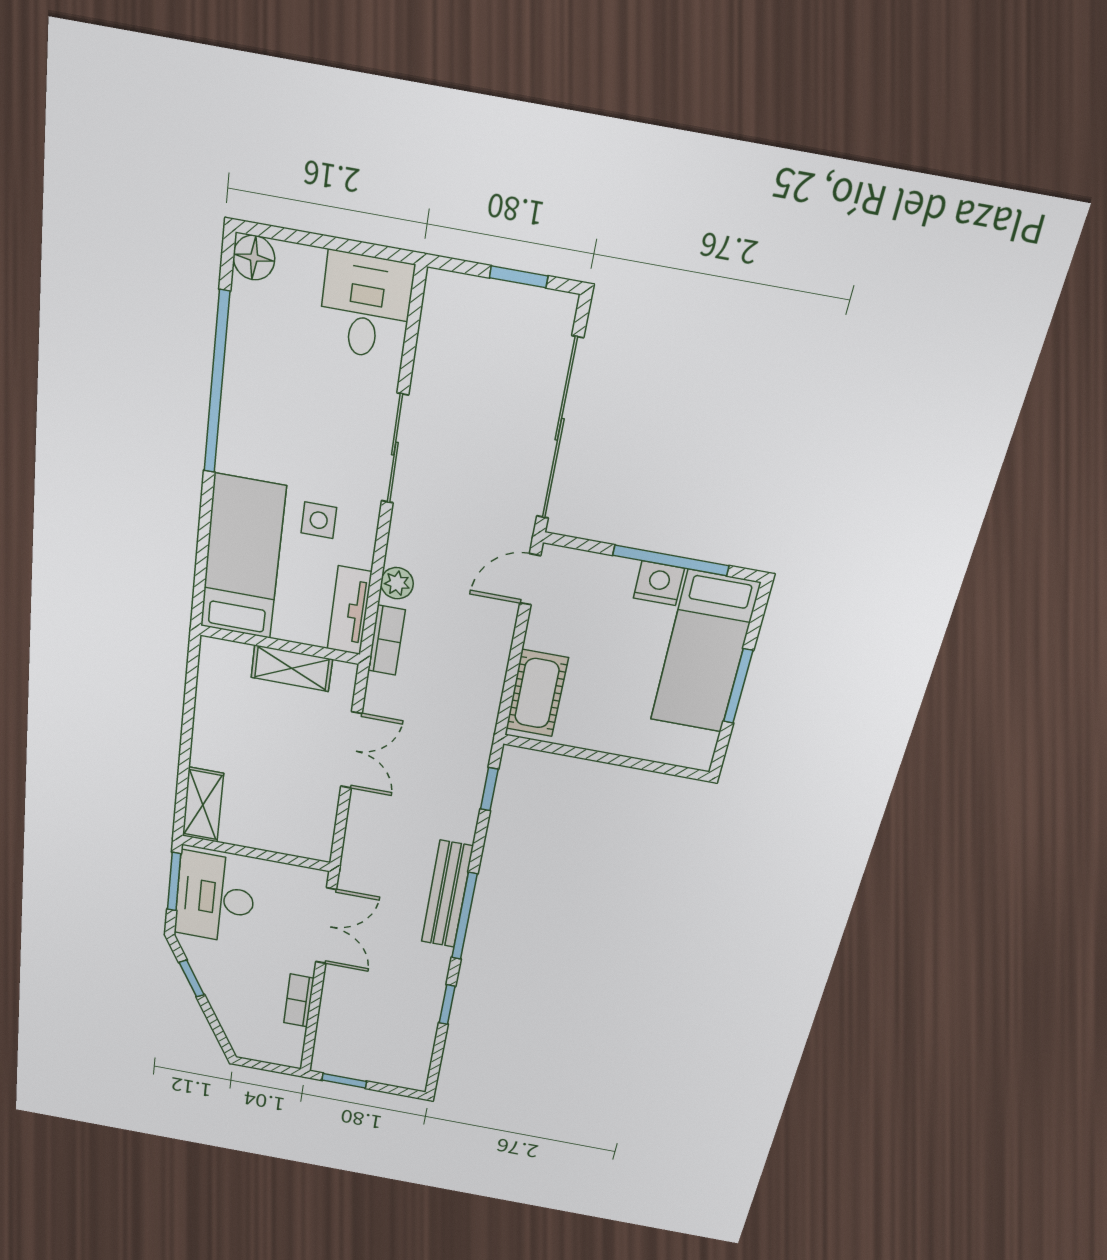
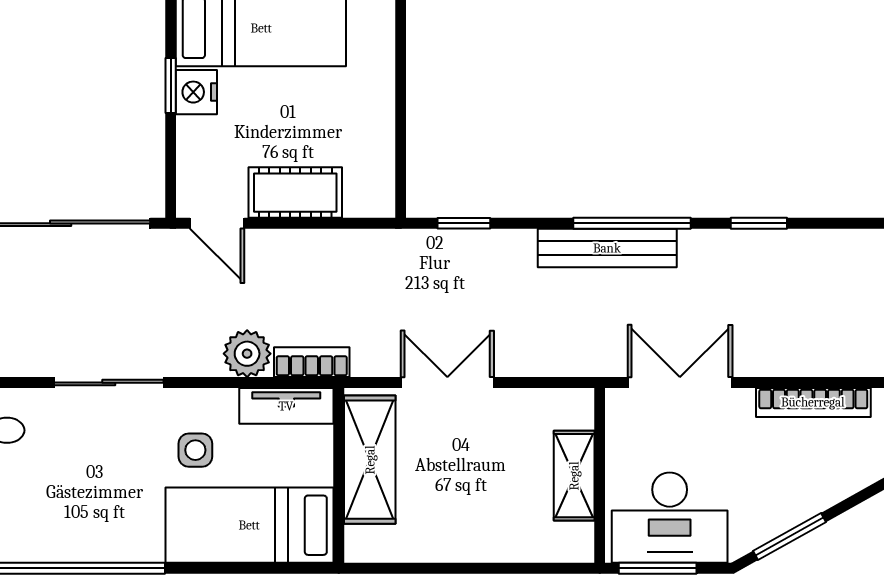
window: (671, 560) -> (171, 85), width x0.46
plant: (397, 583) -> (247, 354), width x1.38, depth x1.38
shelving: (292, 668) -> (370, 460), width x1.50, depth x1.33
cot: (537, 693) -> (295, 193), moved
shelving: (203, 805) -> (574, 476), moved, turned 90
window: (192, 979) -> (790, 536), width x1.50
bookcase: (299, 1001) -> (813, 402), width x1.56

